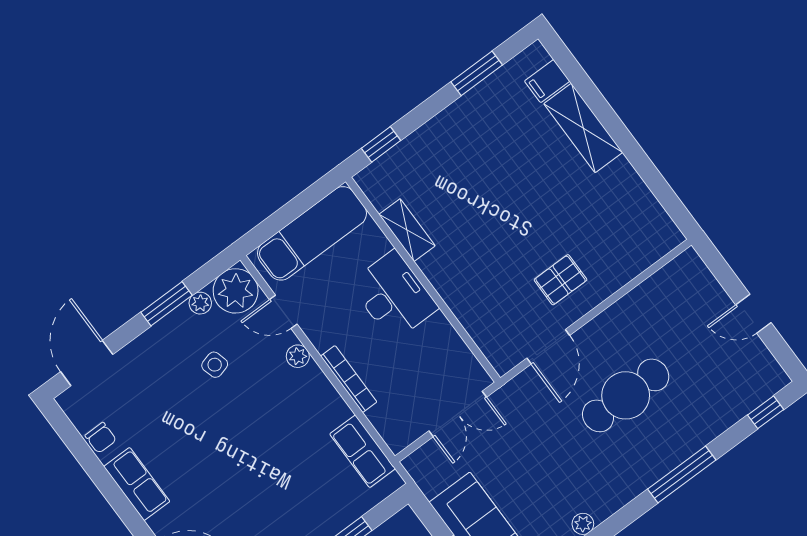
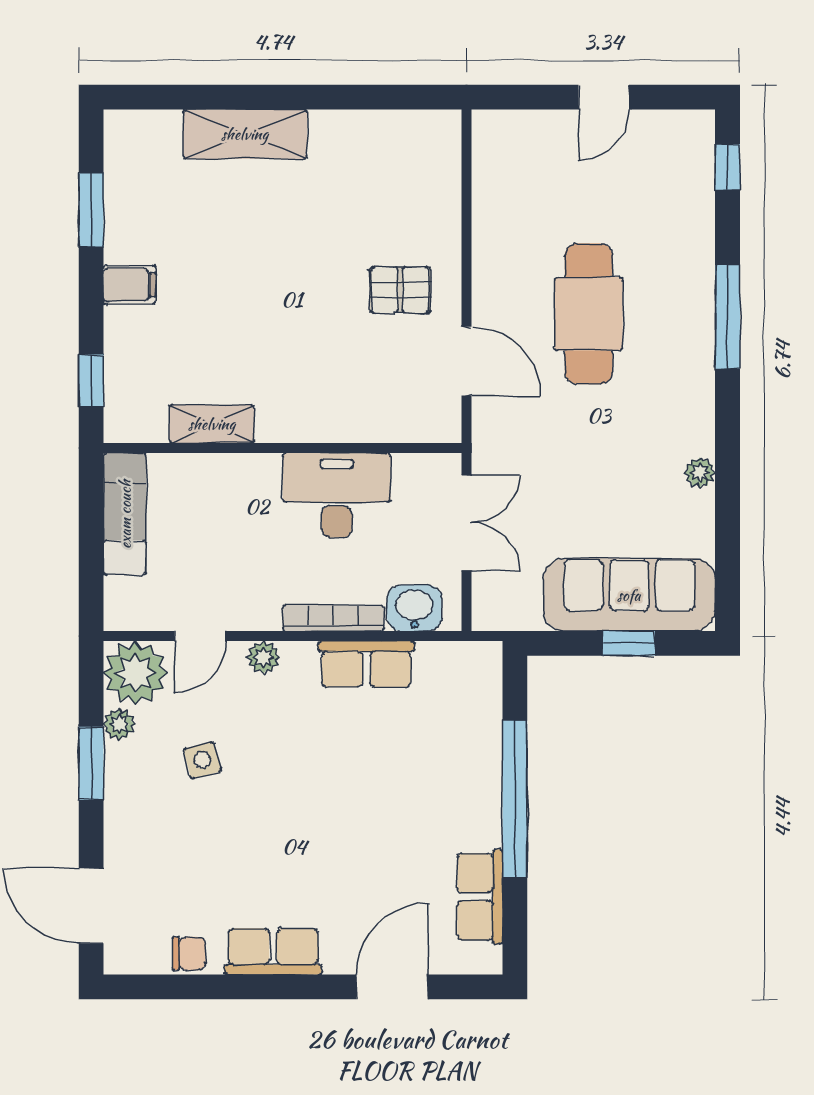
filing cabinet: (547, 81) -> (130, 285), moved, turned -90
exam couch: (312, 233) -> (125, 514), width x0.73, depth x0.69
pallet: (560, 280) -> (400, 290), turned 90
desk: (394, 296) -> (337, 495), moved
washbasin: (388, 420) -> (414, 608), added
row of seats: (362, 451) -> (366, 664), moved

